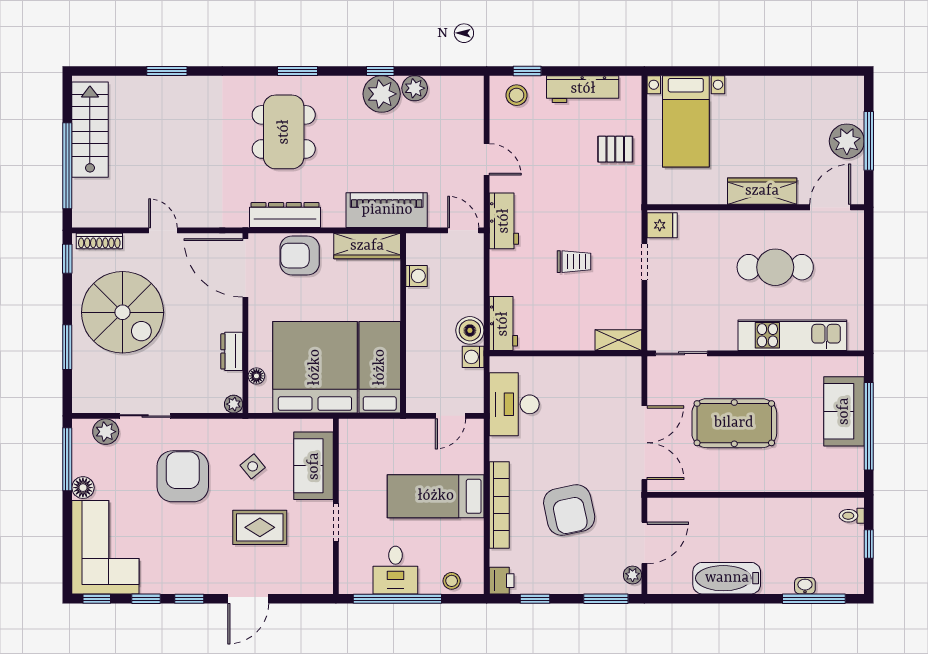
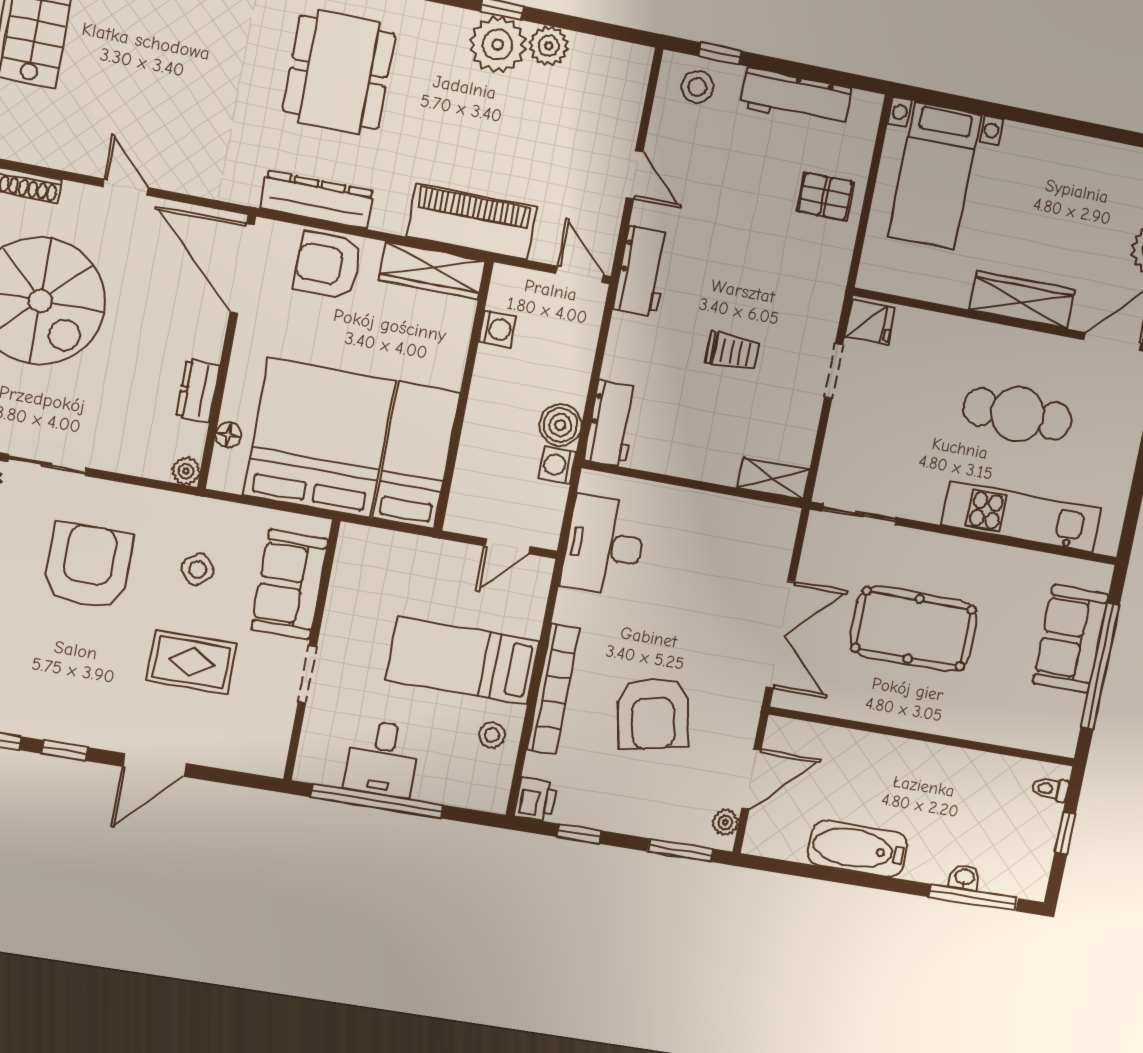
stool: (452, 581) -> (492, 735), moved

